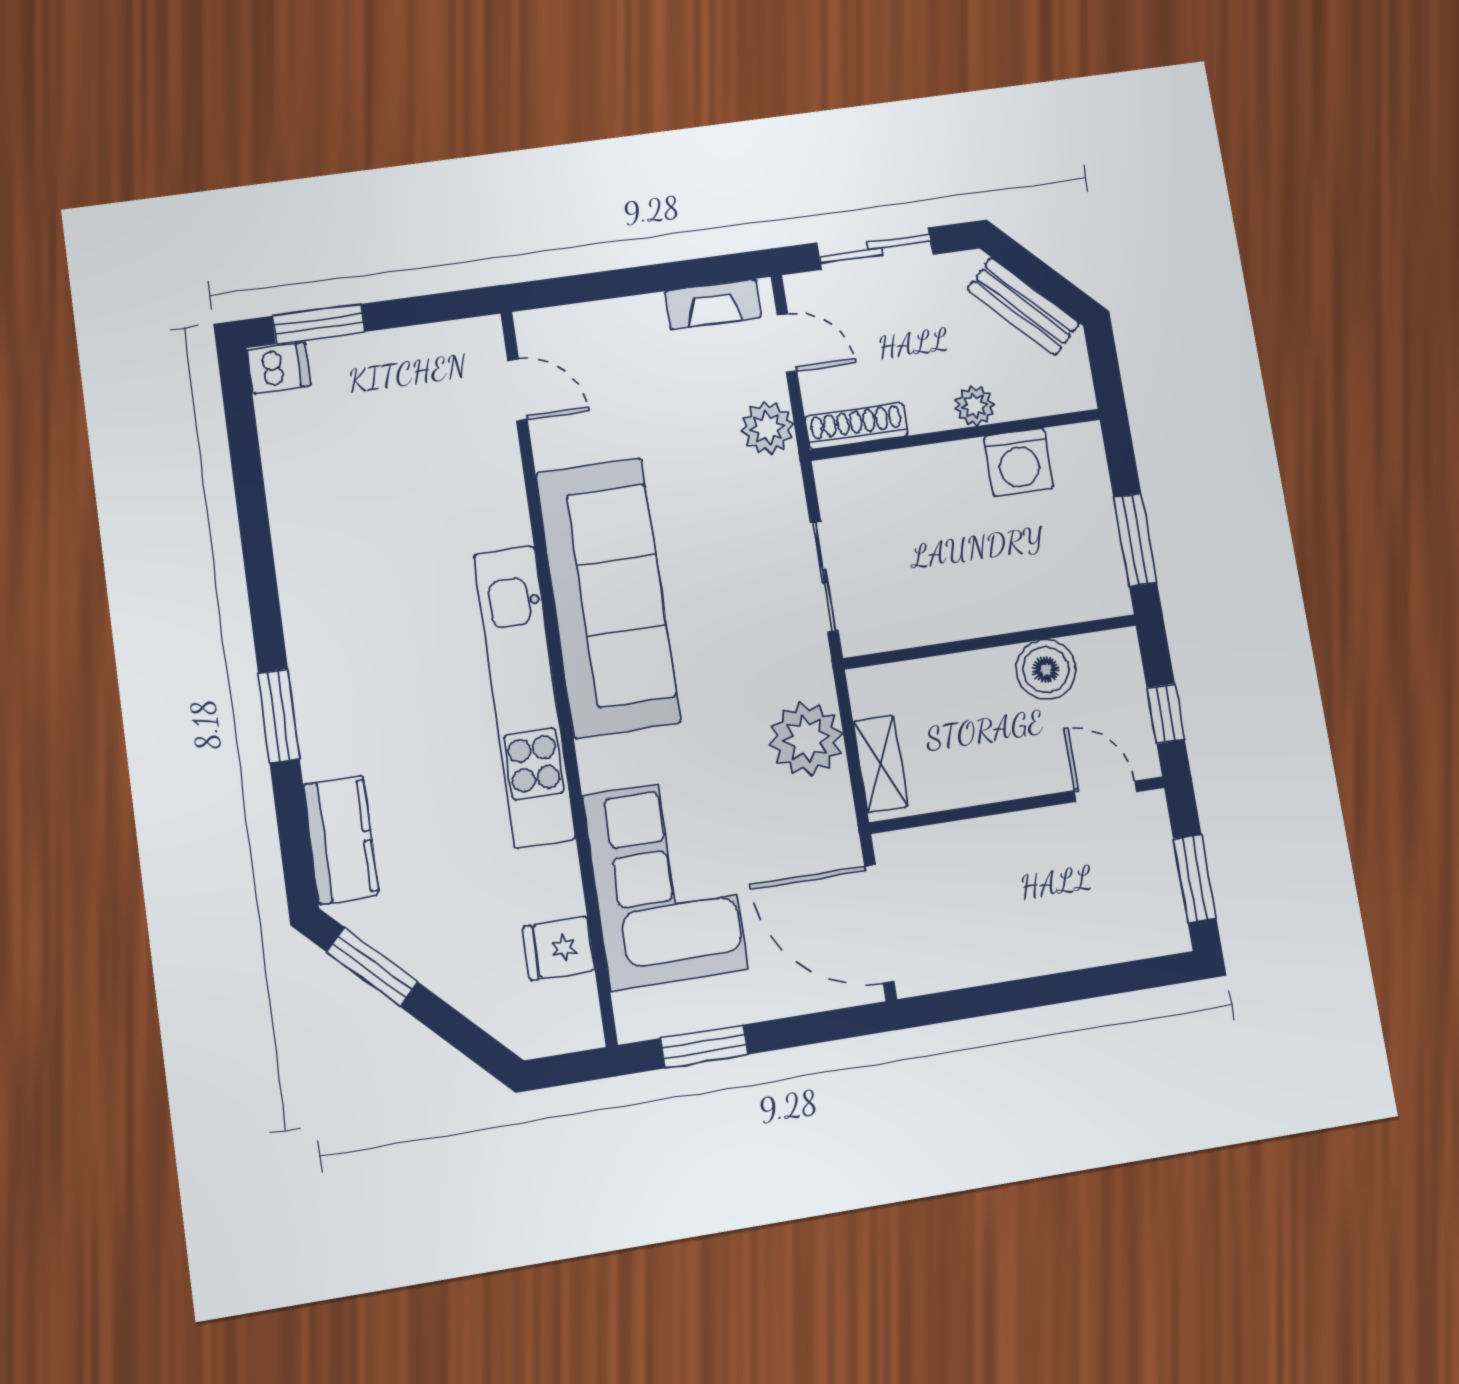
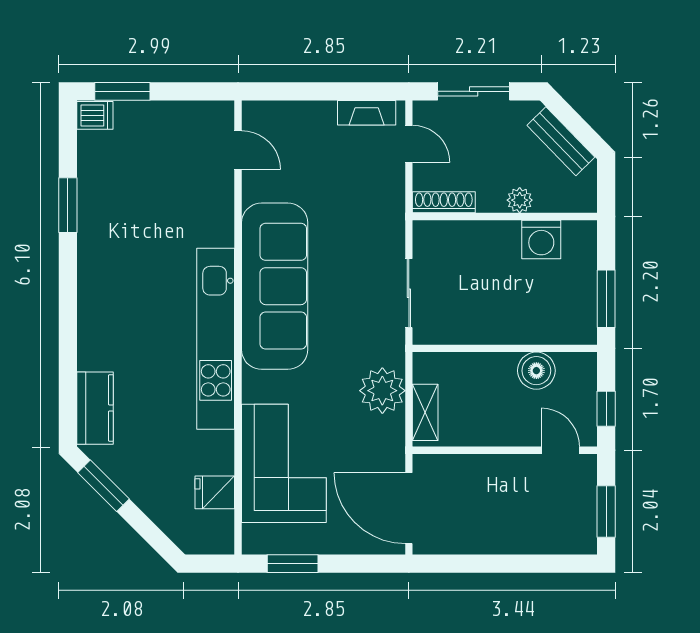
plant: (767, 428) -> (388, 195), removed
window: (279, 716) -> (68, 205), moved

